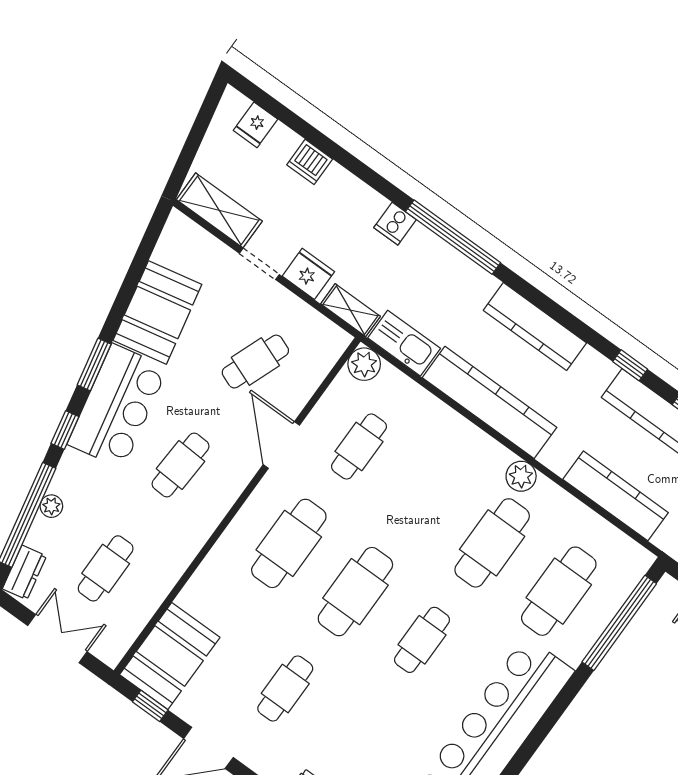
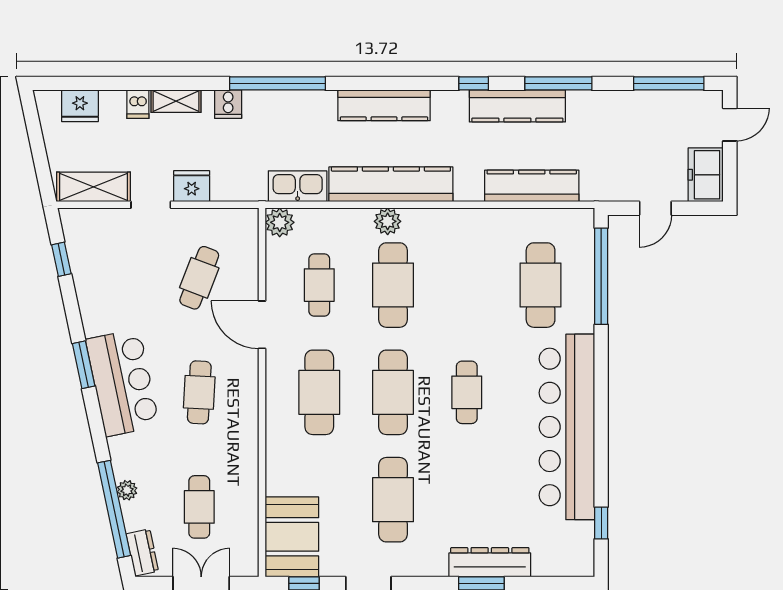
fridge: (255, 125) -> (80, 106), width x1.38
dishwasher: (310, 162) -> (138, 104), width x0.73
shelving: (350, 310) -> (176, 101), moved
booth: (157, 312) -> (102, 294), removed
window: (65, 430) -> (61, 259), moved
plant: (521, 476) -> (388, 221), moved
cafe table: (492, 543) -> (393, 285), moved
cafe table: (285, 689) -> (393, 500), width x1.37, depth x1.35

